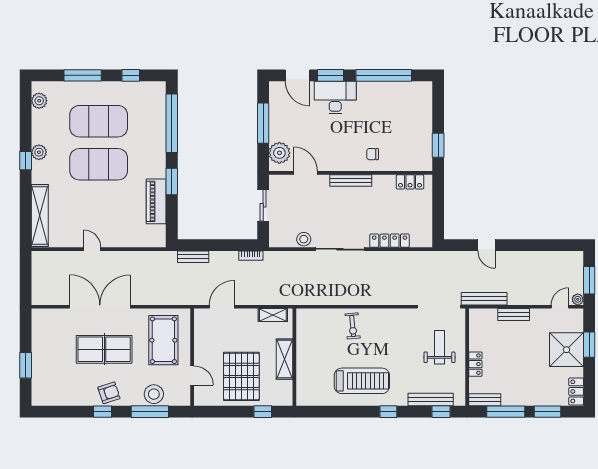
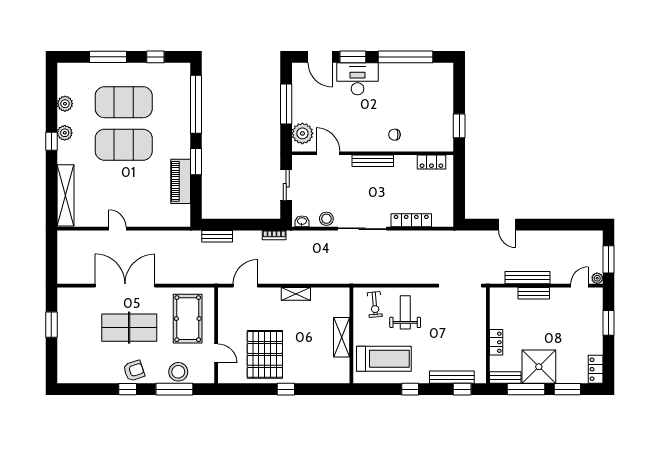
plant: (39, 101) -> (65, 104), moved
washbasin: (279, 242) -> (302, 221), added
bench: (484, 299) -> (527, 278), moved
weight bench: (439, 347) -> (405, 312), moved
shower: (566, 350) -> (539, 367), moved
wall: (294, 357) -> (351, 335), moved
shelving: (285, 359) -> (342, 337), moved
window: (26, 365) -> (51, 325), moved

